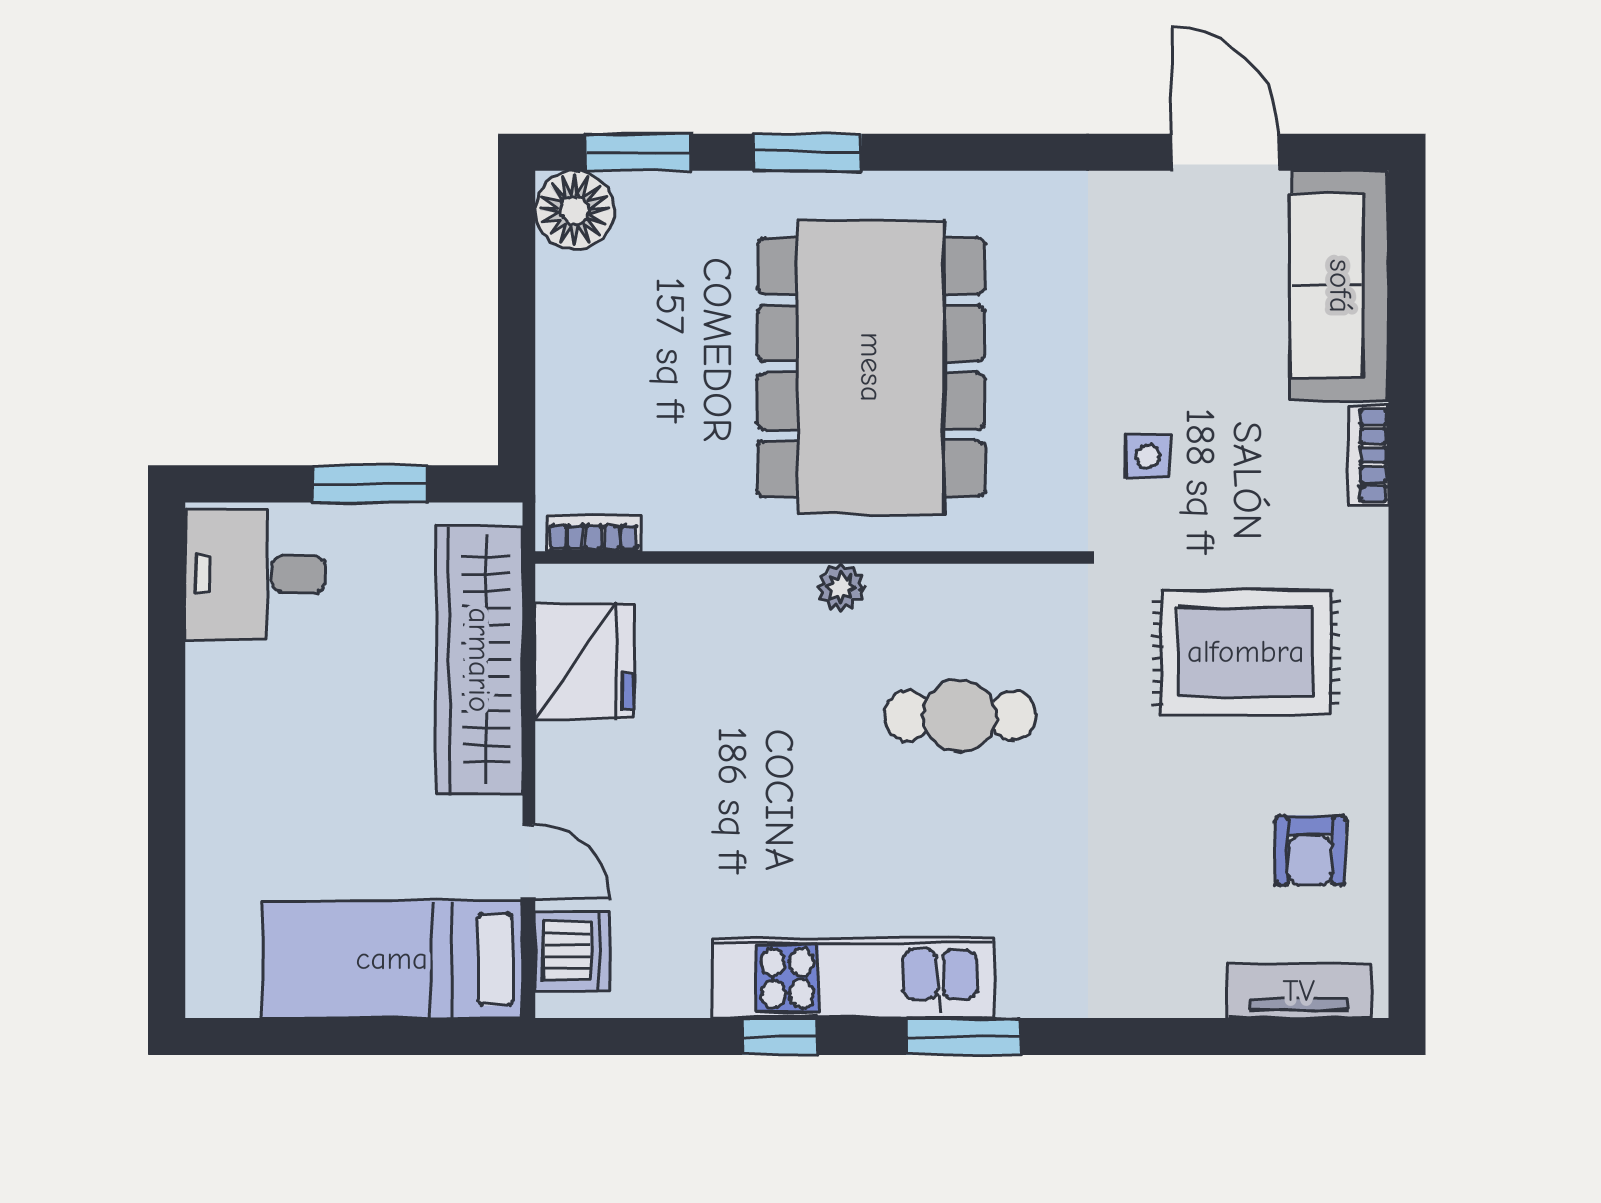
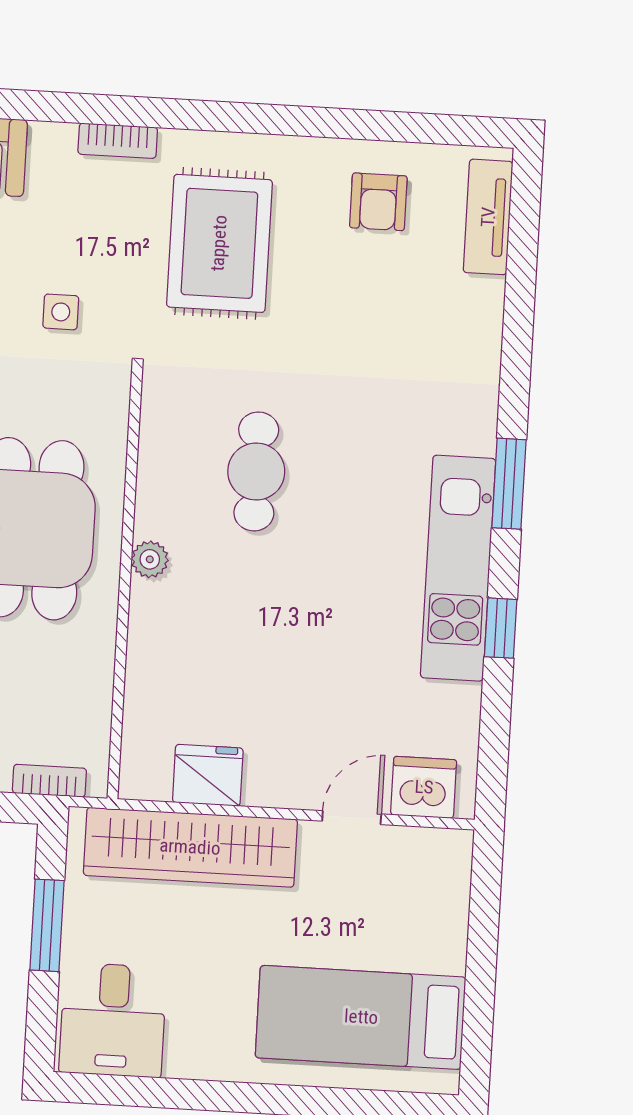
bookcase: (1369, 455) -> (118, 141), moved
bookcase: (594, 533) -> (49, 781), moved, turned 90
fridge: (584, 661) -> (208, 775), width x0.73, depth x0.75
armchair: (1310, 851) -> (378, 202), turned 90
bed: (392, 959) -> (361, 1017), moved, turned 90

